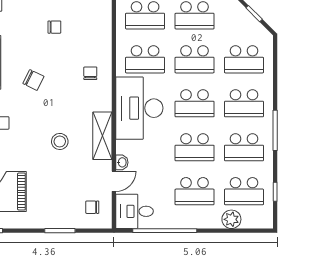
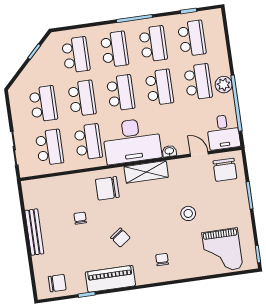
chair: (54, 27) -> (80, 218), moved
chair: (90, 73) -> (107, 188), width x1.87, depth x1.87
chair: (33, 80) -> (120, 238), turned 118
shelving: (102, 136) -> (146, 172), moved
stool: (60, 141) -> (188, 213), moved
washbasin: (122, 162) -> (169, 151), moved
chair: (92, 207) -> (225, 170), width x1.87, depth x1.87
plant: (231, 219) -> (224, 85), moved

